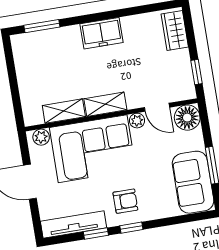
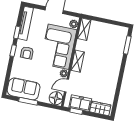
freezer: (101, 33) -> (80, 103), moved, turned 90
shelving: (64, 111) -> (84, 29), moved

